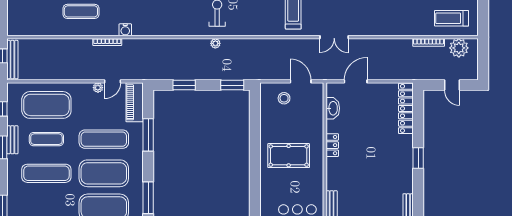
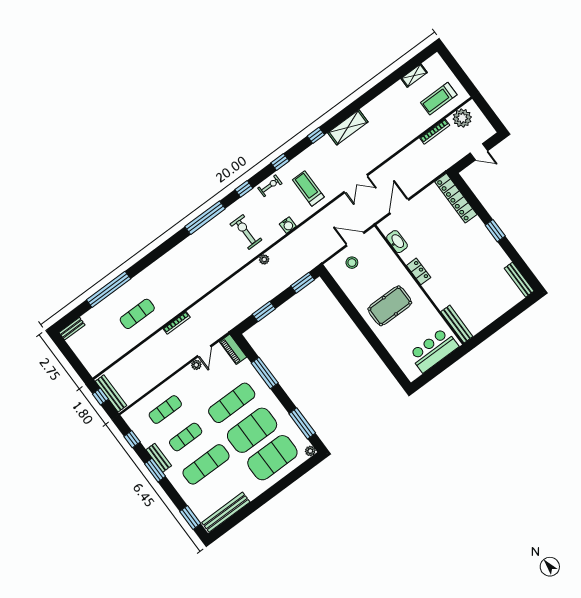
water cooler: (125, 30) -> (288, 225), moved
piano: (135, 102) -> (233, 349), width x0.73, depth x0.75
exercise mat: (46, 105) -> (165, 410), width x0.50, depth x0.69

